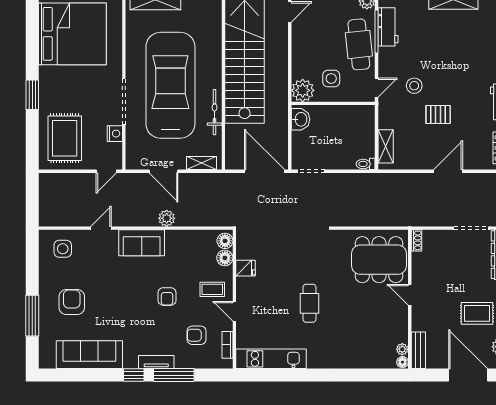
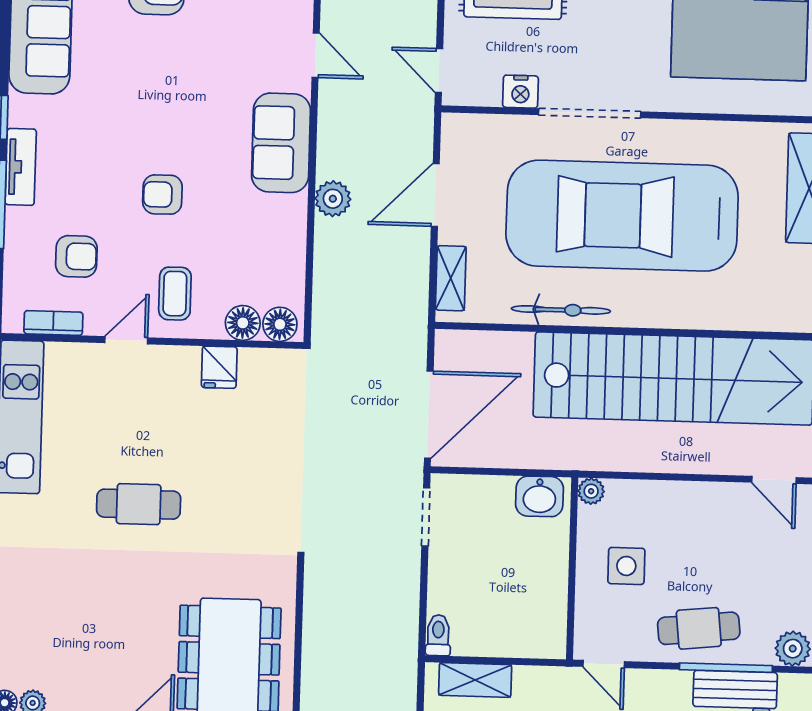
cafe table: (359, 44) -> (699, 628), width x0.73, depth x0.74
car: (170, 85) -> (622, 216), turned 180
plant: (303, 90) -> (591, 491), width x0.53, depth x0.53
armchair: (197, 335) -> (76, 256), turned 90

